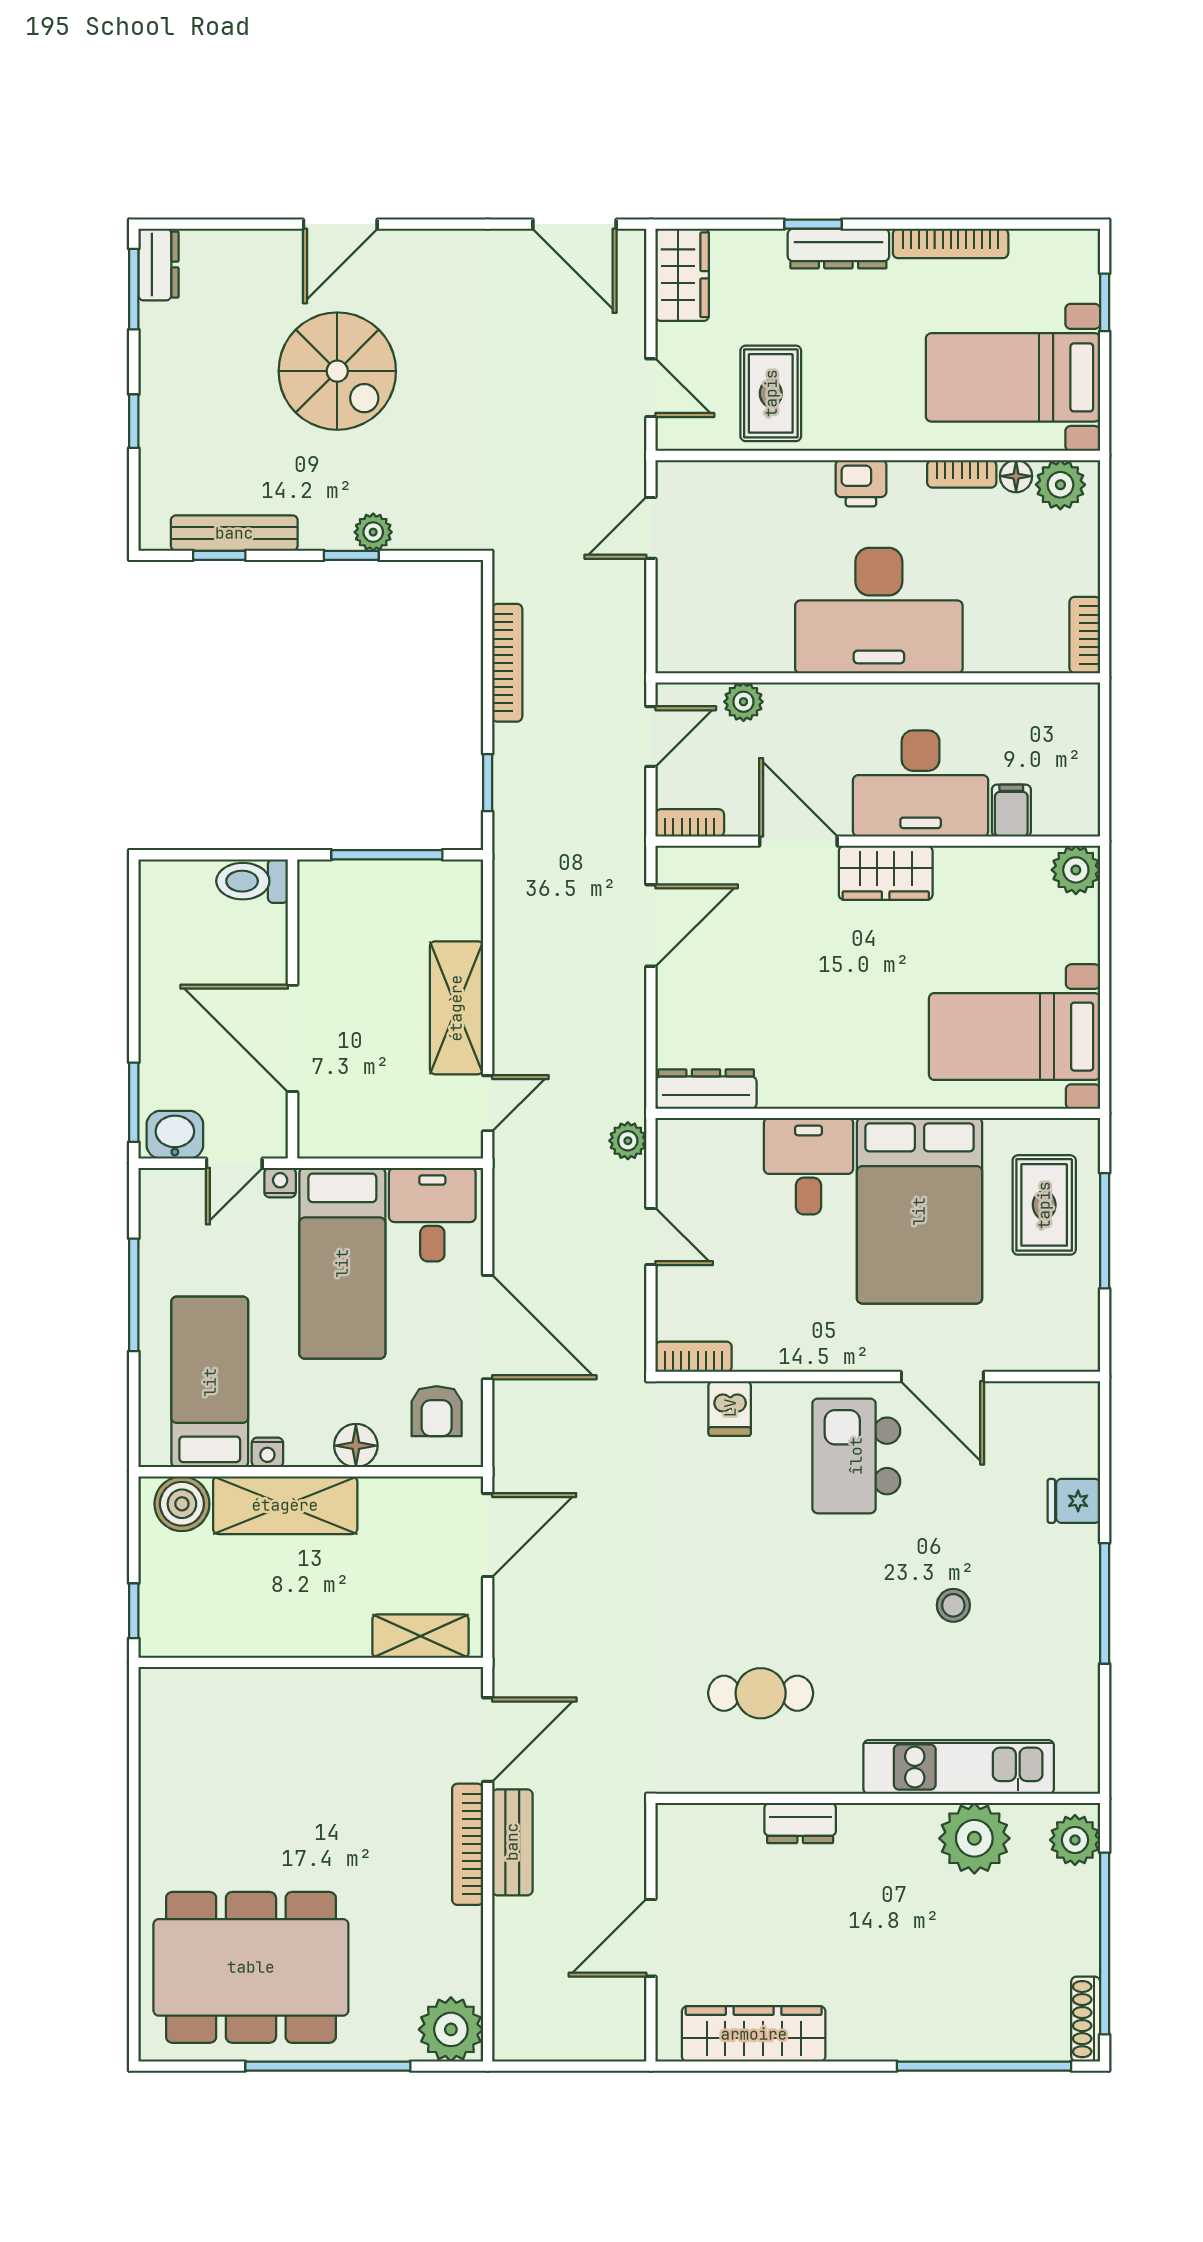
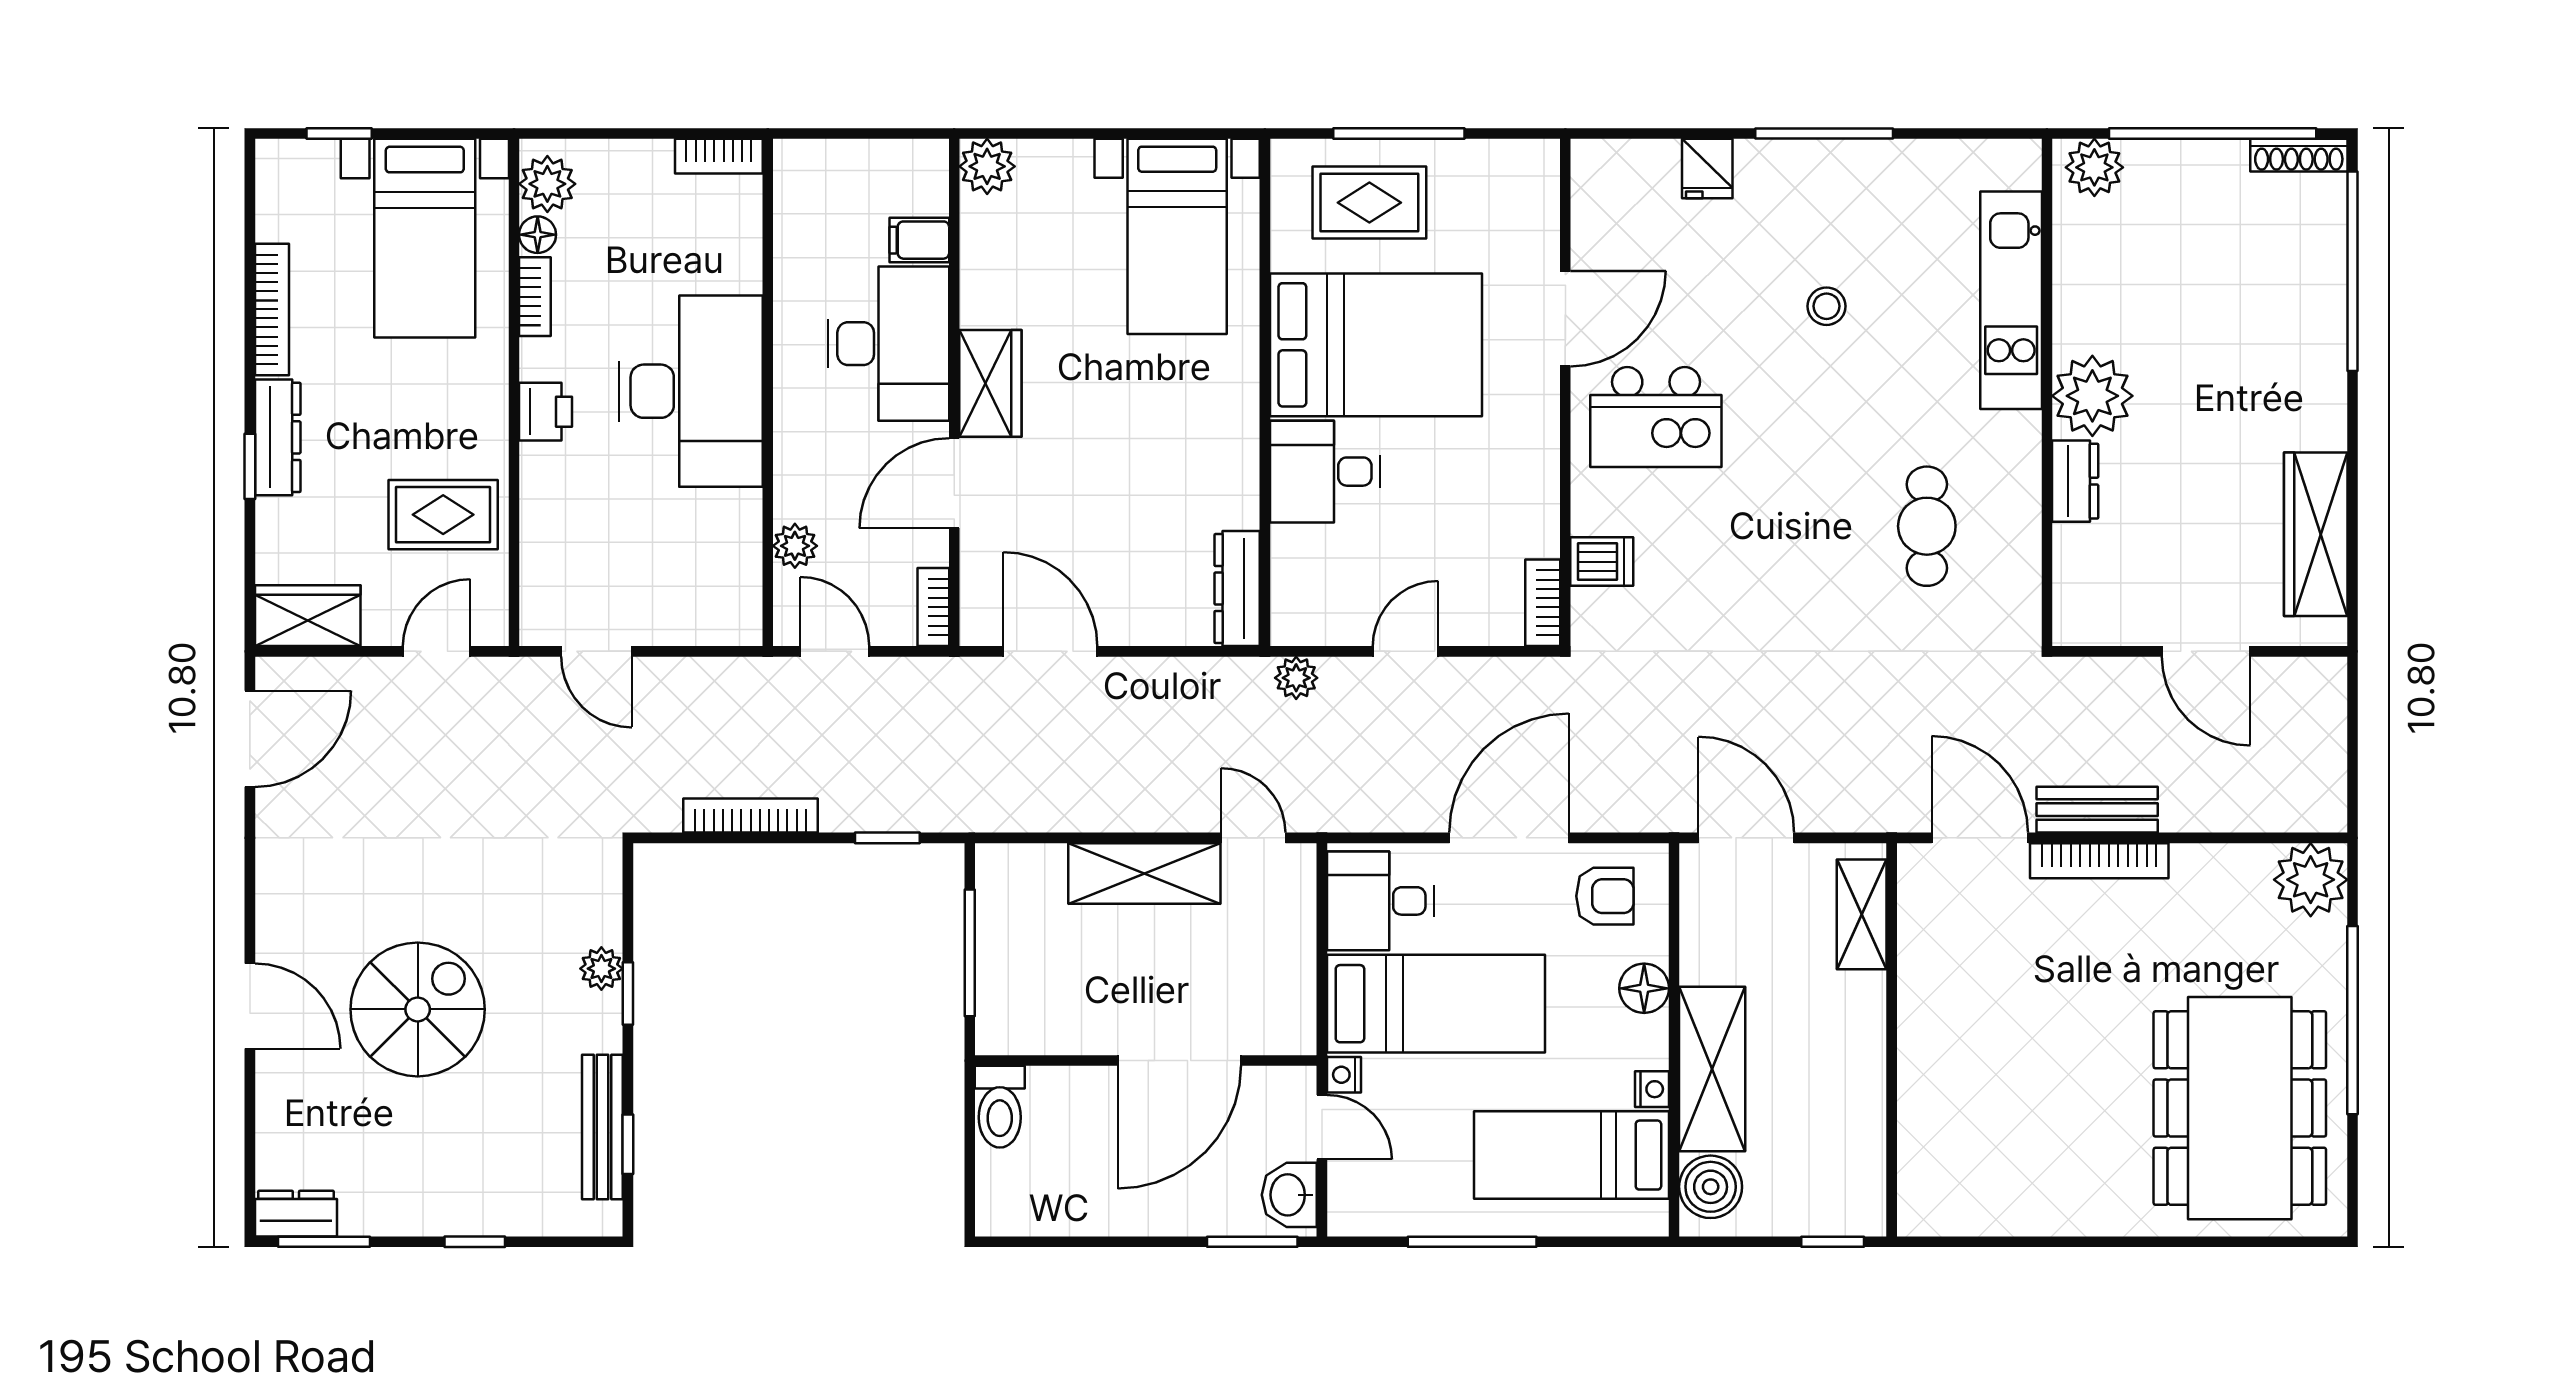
plant: (974, 1838) -> (2092, 396), moved

